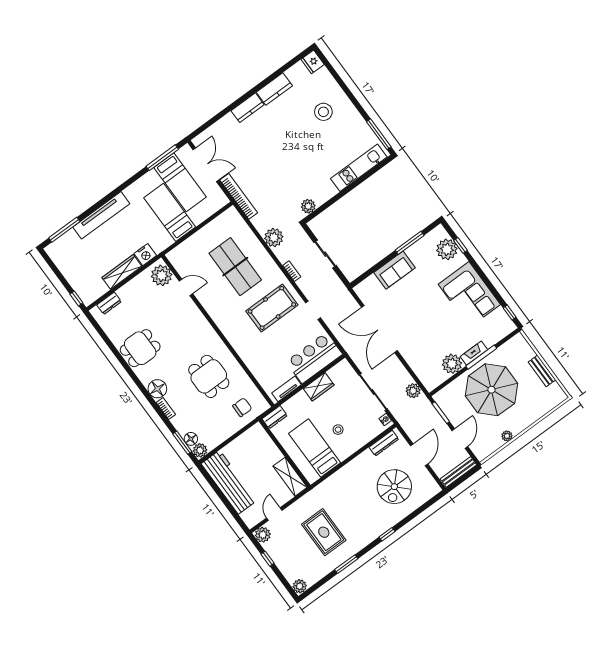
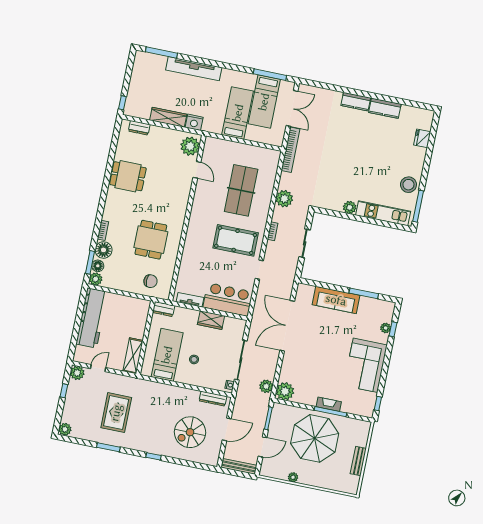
fridge: (313, 62) -> (422, 138), moved
stool: (323, 112) -> (408, 185), moved
plant: (308, 206) -> (350, 207), moved
plant: (447, 249) -> (386, 328), width x0.53, depth x0.53
sofa: (394, 270) -> (336, 300), width x1.36
plant: (452, 364) -> (285, 391), moved
floor lamp: (157, 389) -> (104, 250), moved

